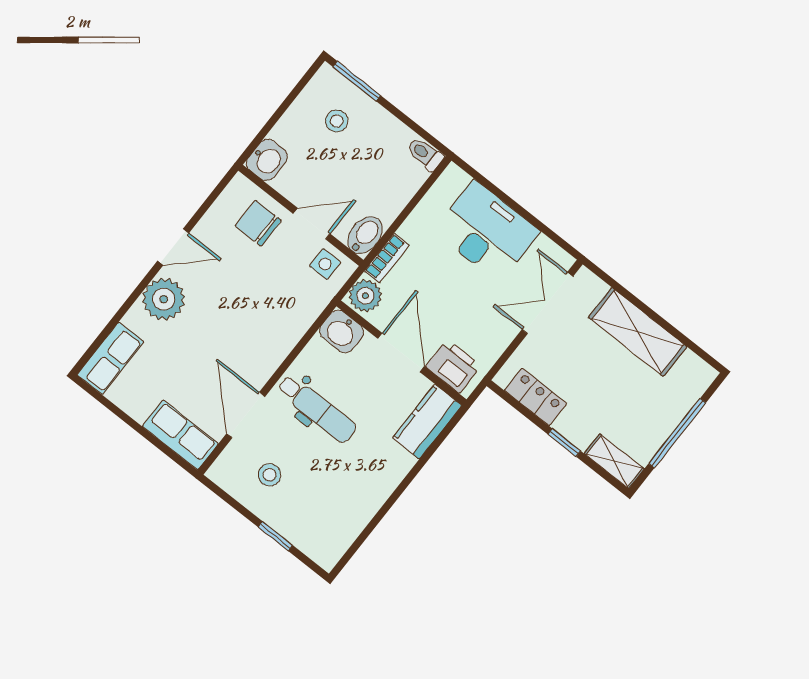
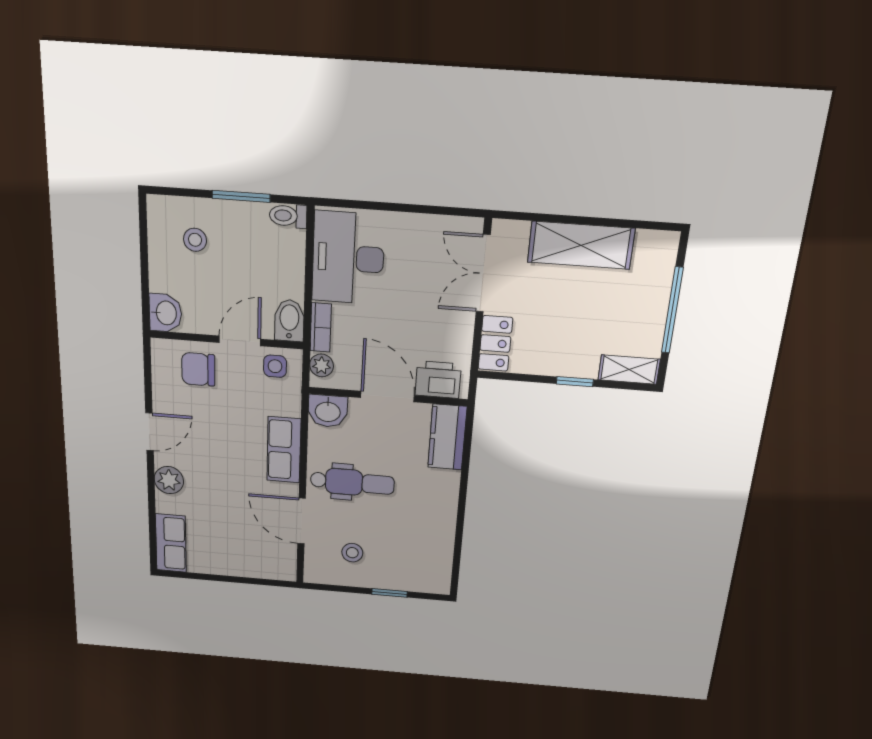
window: (357, 81) -> (241, 196), moved
desk: (487, 231) -> (348, 258), moved, turned -90
plant: (365, 296) -> (322, 365), width x0.73, depth x0.73
plant: (164, 299) -> (169, 480), width x0.73, depth x0.73
locker: (535, 397) -> (495, 343), moved, turned 90
row of seats: (180, 435) -> (284, 450), moved, turned -90

